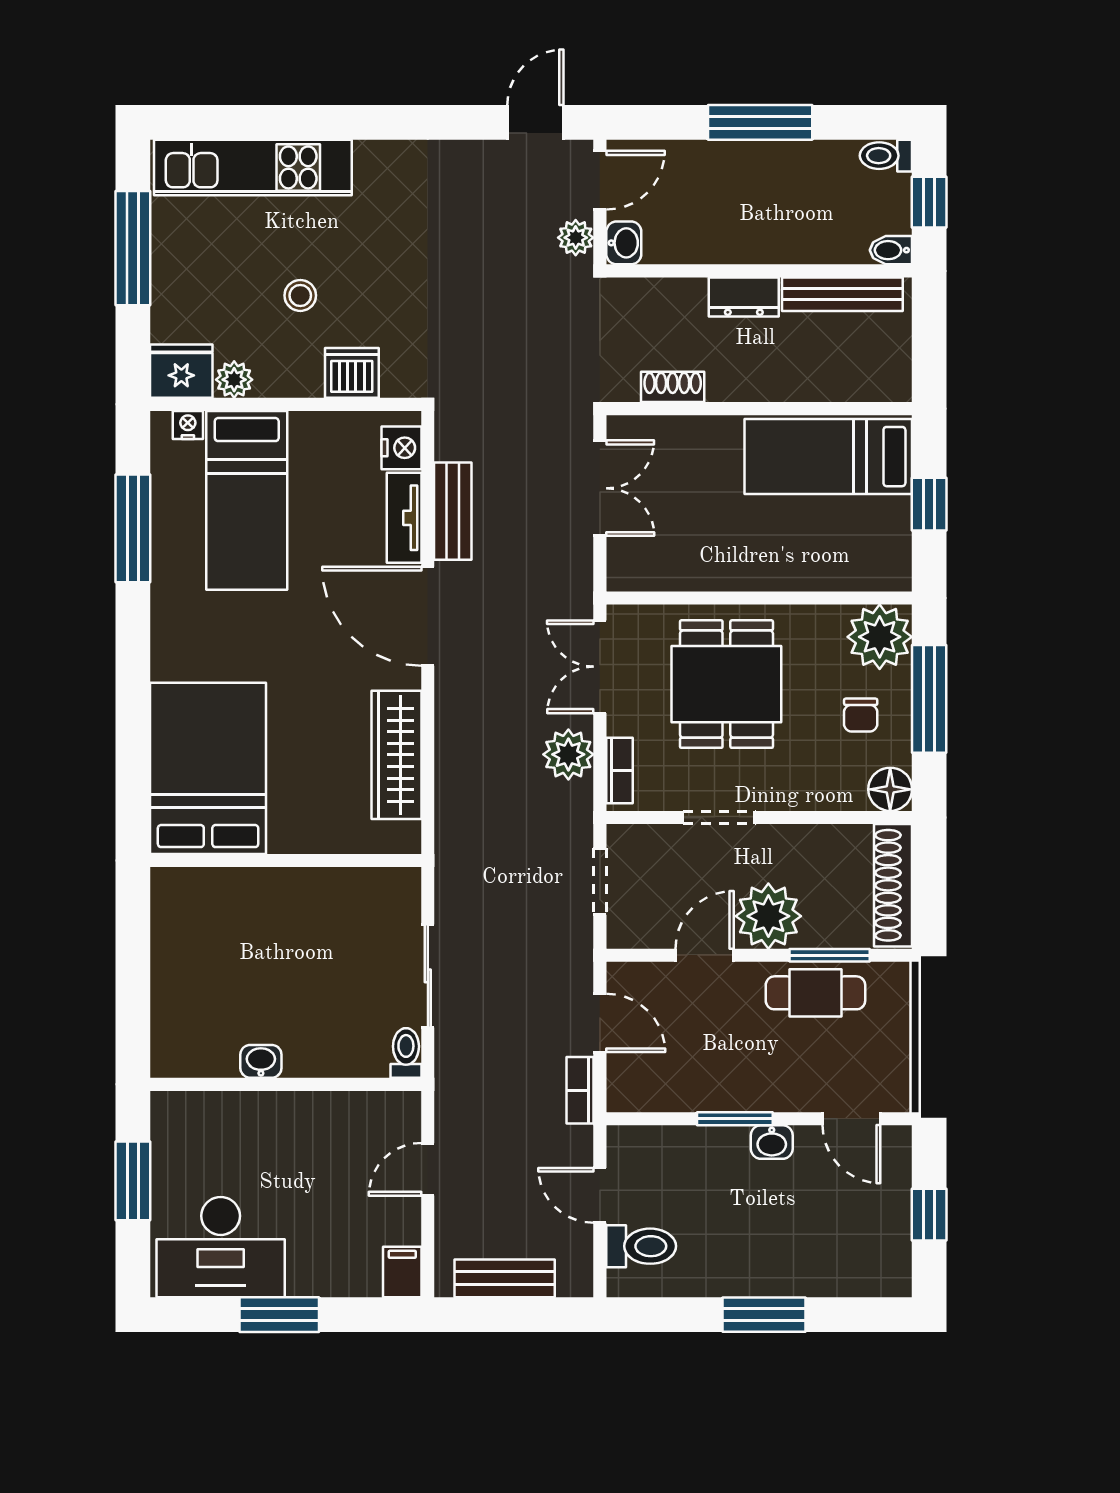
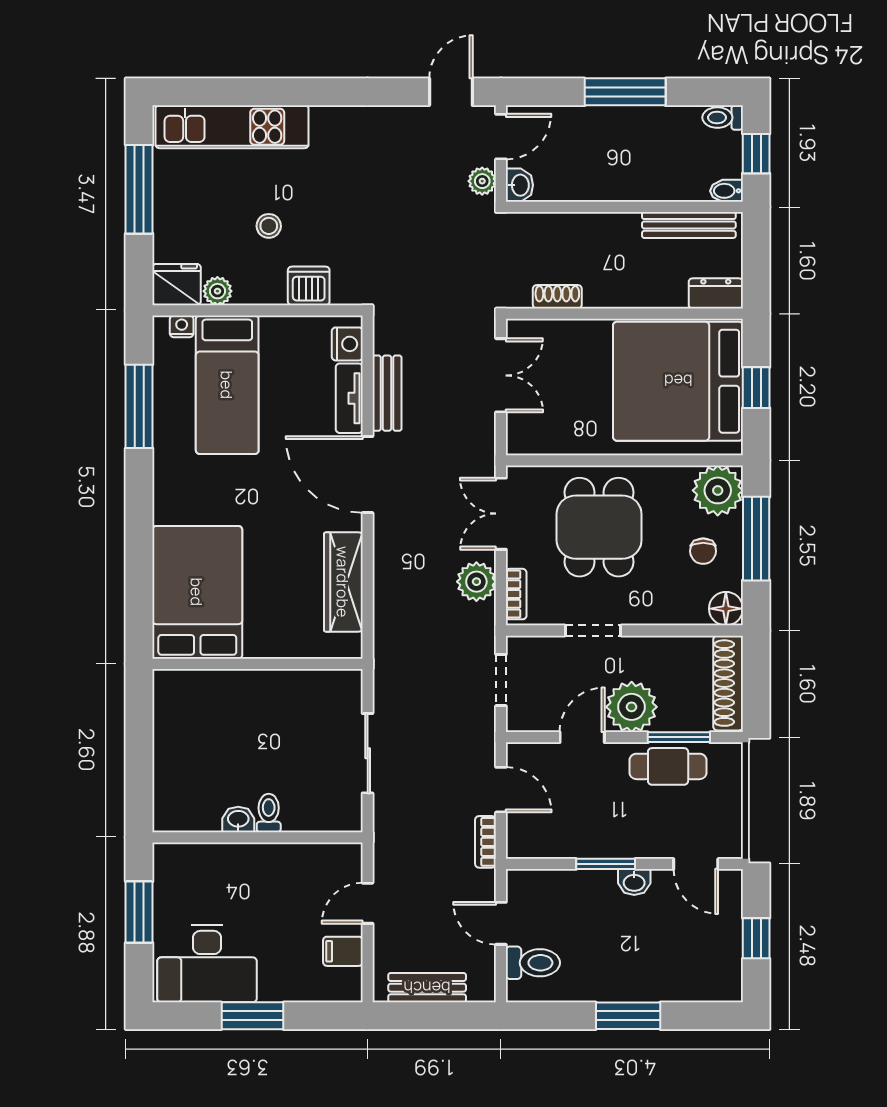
dresser: (744, 297) -> (716, 293), moved, turned 180
bed: (828, 457) -> (678, 381), width x2.04
toilet: (406, 1053) -> (269, 813), moved
filing cabinet: (402, 1272) -> (343, 951), moved, turned -90

